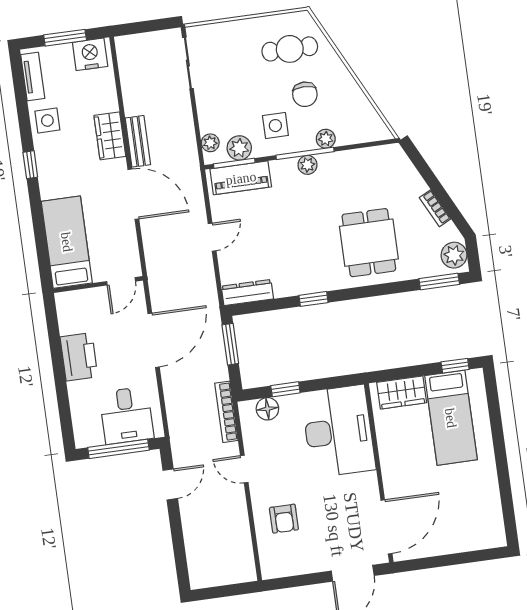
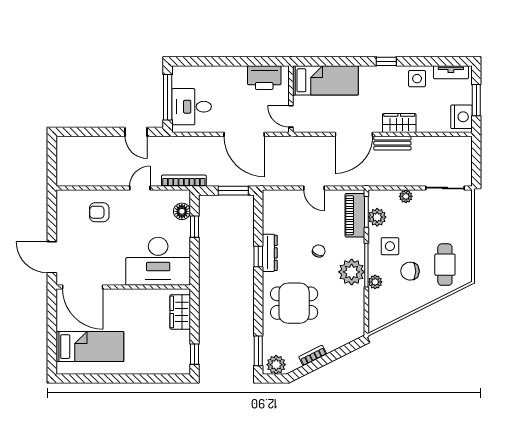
plant: (210, 143) -> (406, 196), moved
plant: (307, 165) -> (352, 272), width x1.88, depth x1.88
chair: (295, 220) -> (319, 251), added
dresser: (247, 293) -> (270, 253), moved
printer: (79, 357) -> (264, 78), moved
bed: (451, 418) -> (90, 347), moved, turned 180

